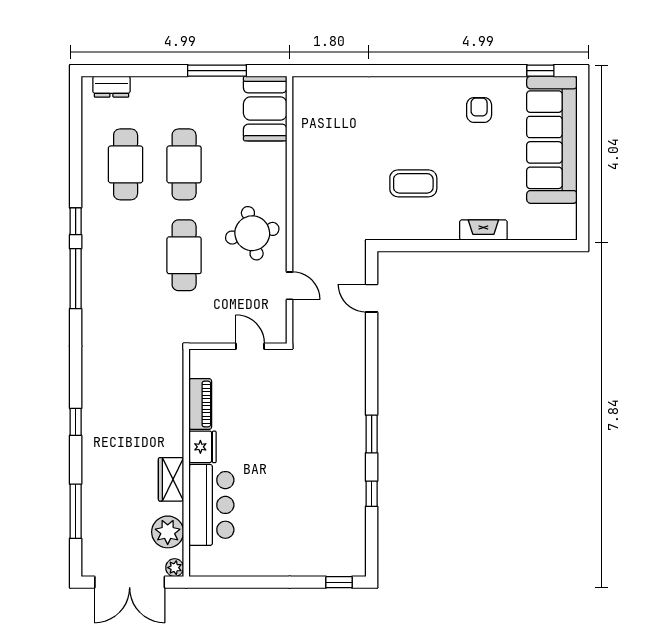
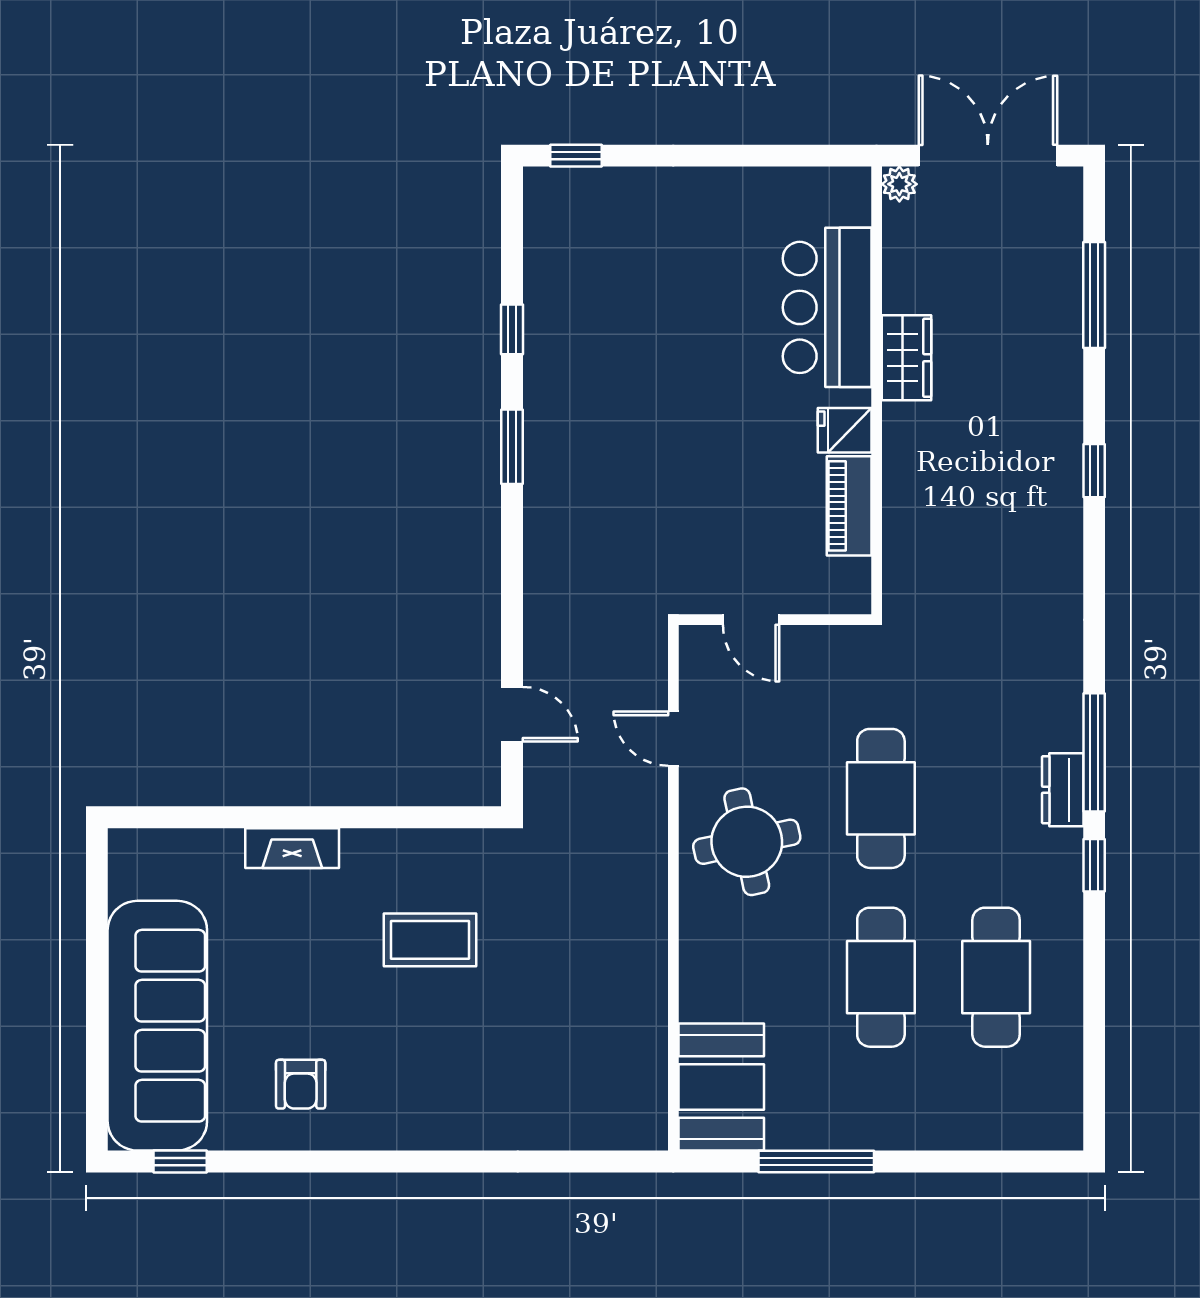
dresser: (111, 87) -> (1063, 790), moved, turned -90
fridge: (202, 447) -> (845, 430), width x0.72
plant: (168, 532) -> (913, 254), removed

